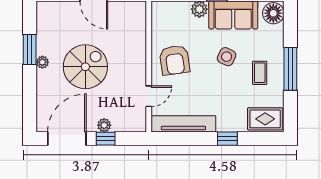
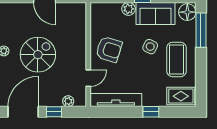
armchair: (175, 60) -> (109, 49), turned -65
window: (290, 69) -> (201, 30), moved
coffee table: (260, 73) -> (177, 59), width x1.86, depth x1.72
plant: (104, 125) -> (68, 101), moved

